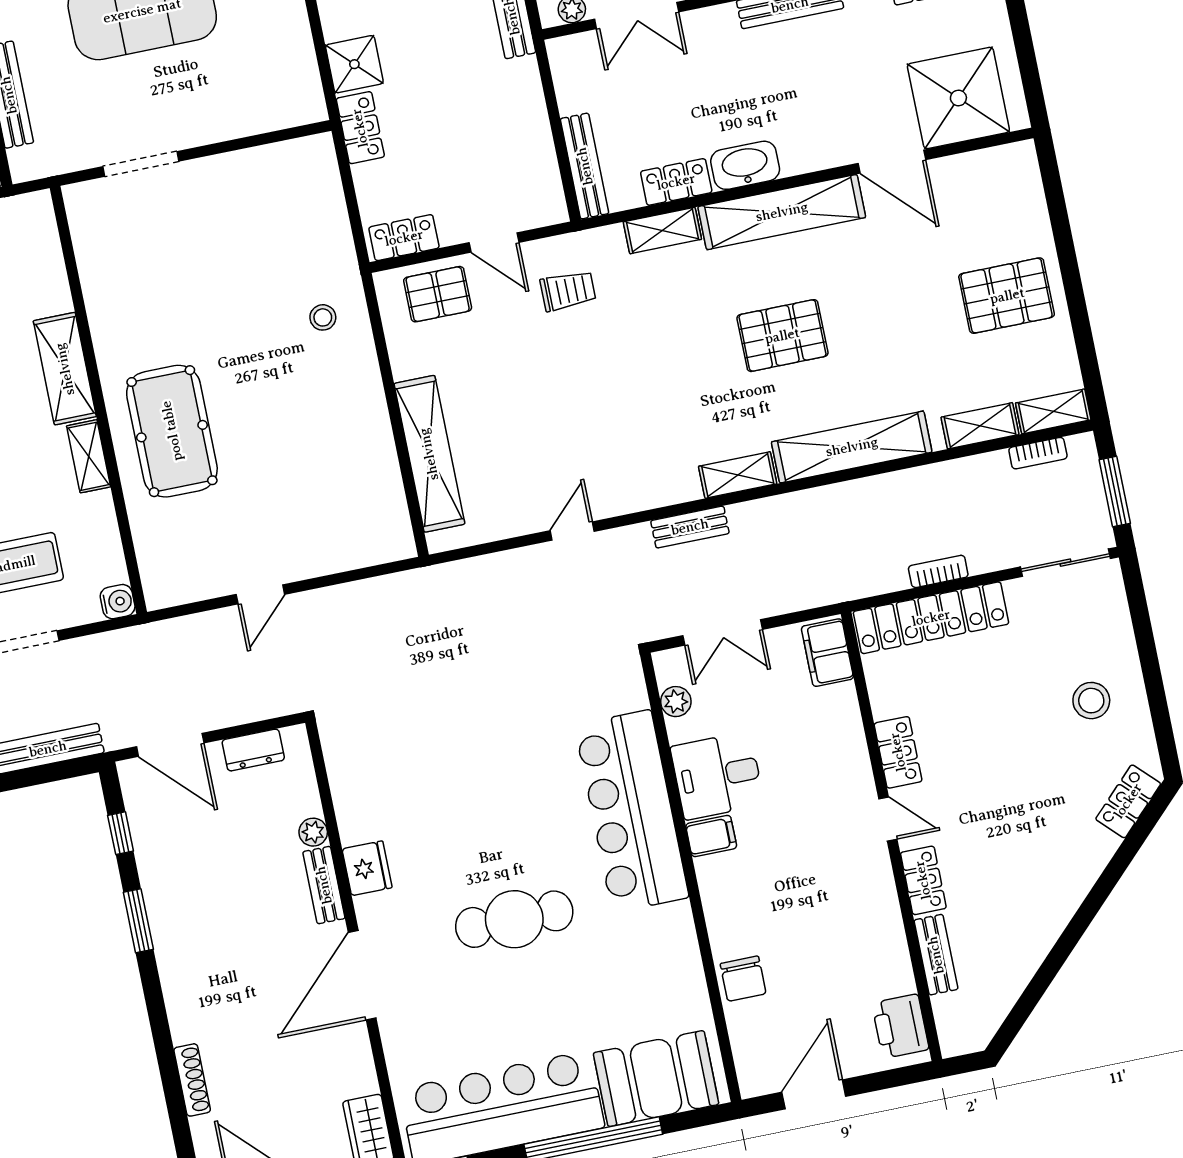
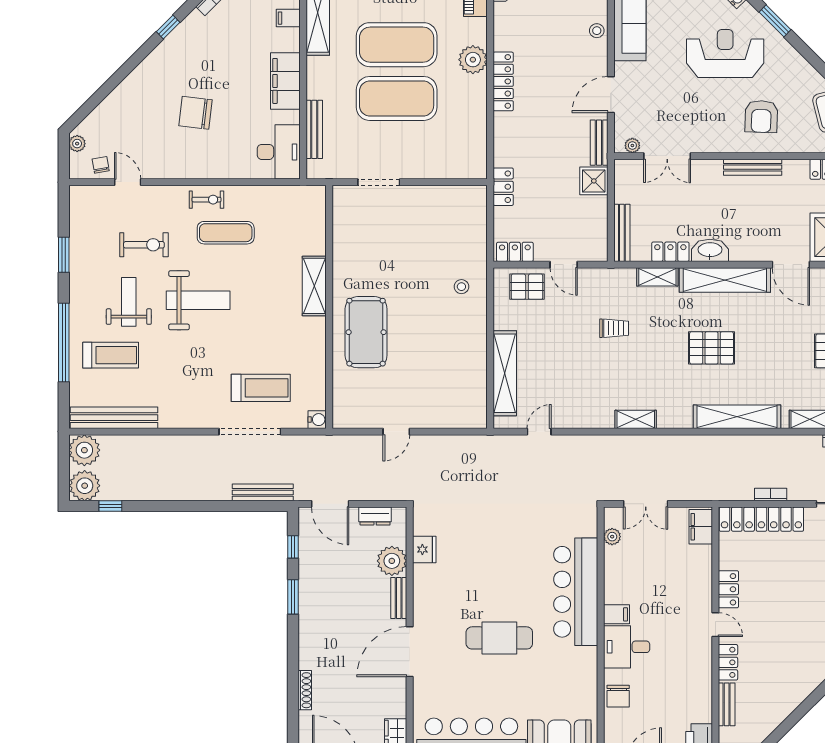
shower: (354, 64) -> (594, 181), moved
trolley: (568, 291) -> (614, 328), moved
shelving: (89, 456) -> (318, 337), removed
shelving: (738, 475) -> (636, 419), moved
bench: (690, 527) -> (639, 443), removed
door: (572, 531) -> (539, 432), moved
desk: (717, 776) -> (627, 647), moved
plant: (313, 832) -> (392, 561), width x1.88, depth x1.88
fridge: (367, 868) -> (424, 549), moved

